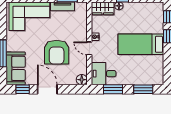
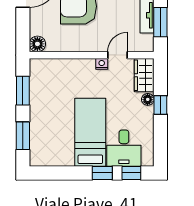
door: (89, 48) -> (118, 55), moved
desk: (104, 74) -> (124, 148), moved, turned 180

